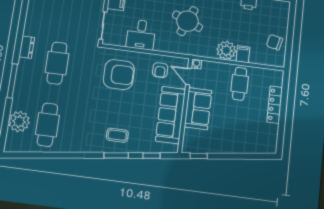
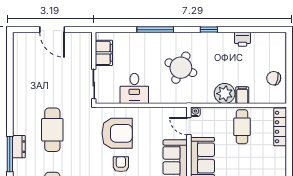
dresser: (27, 47) -> (19, 147), moved
armchair: (160, 70) -> (121, 164), moved, turned 180
locker: (275, 105) -> (280, 127), moved

